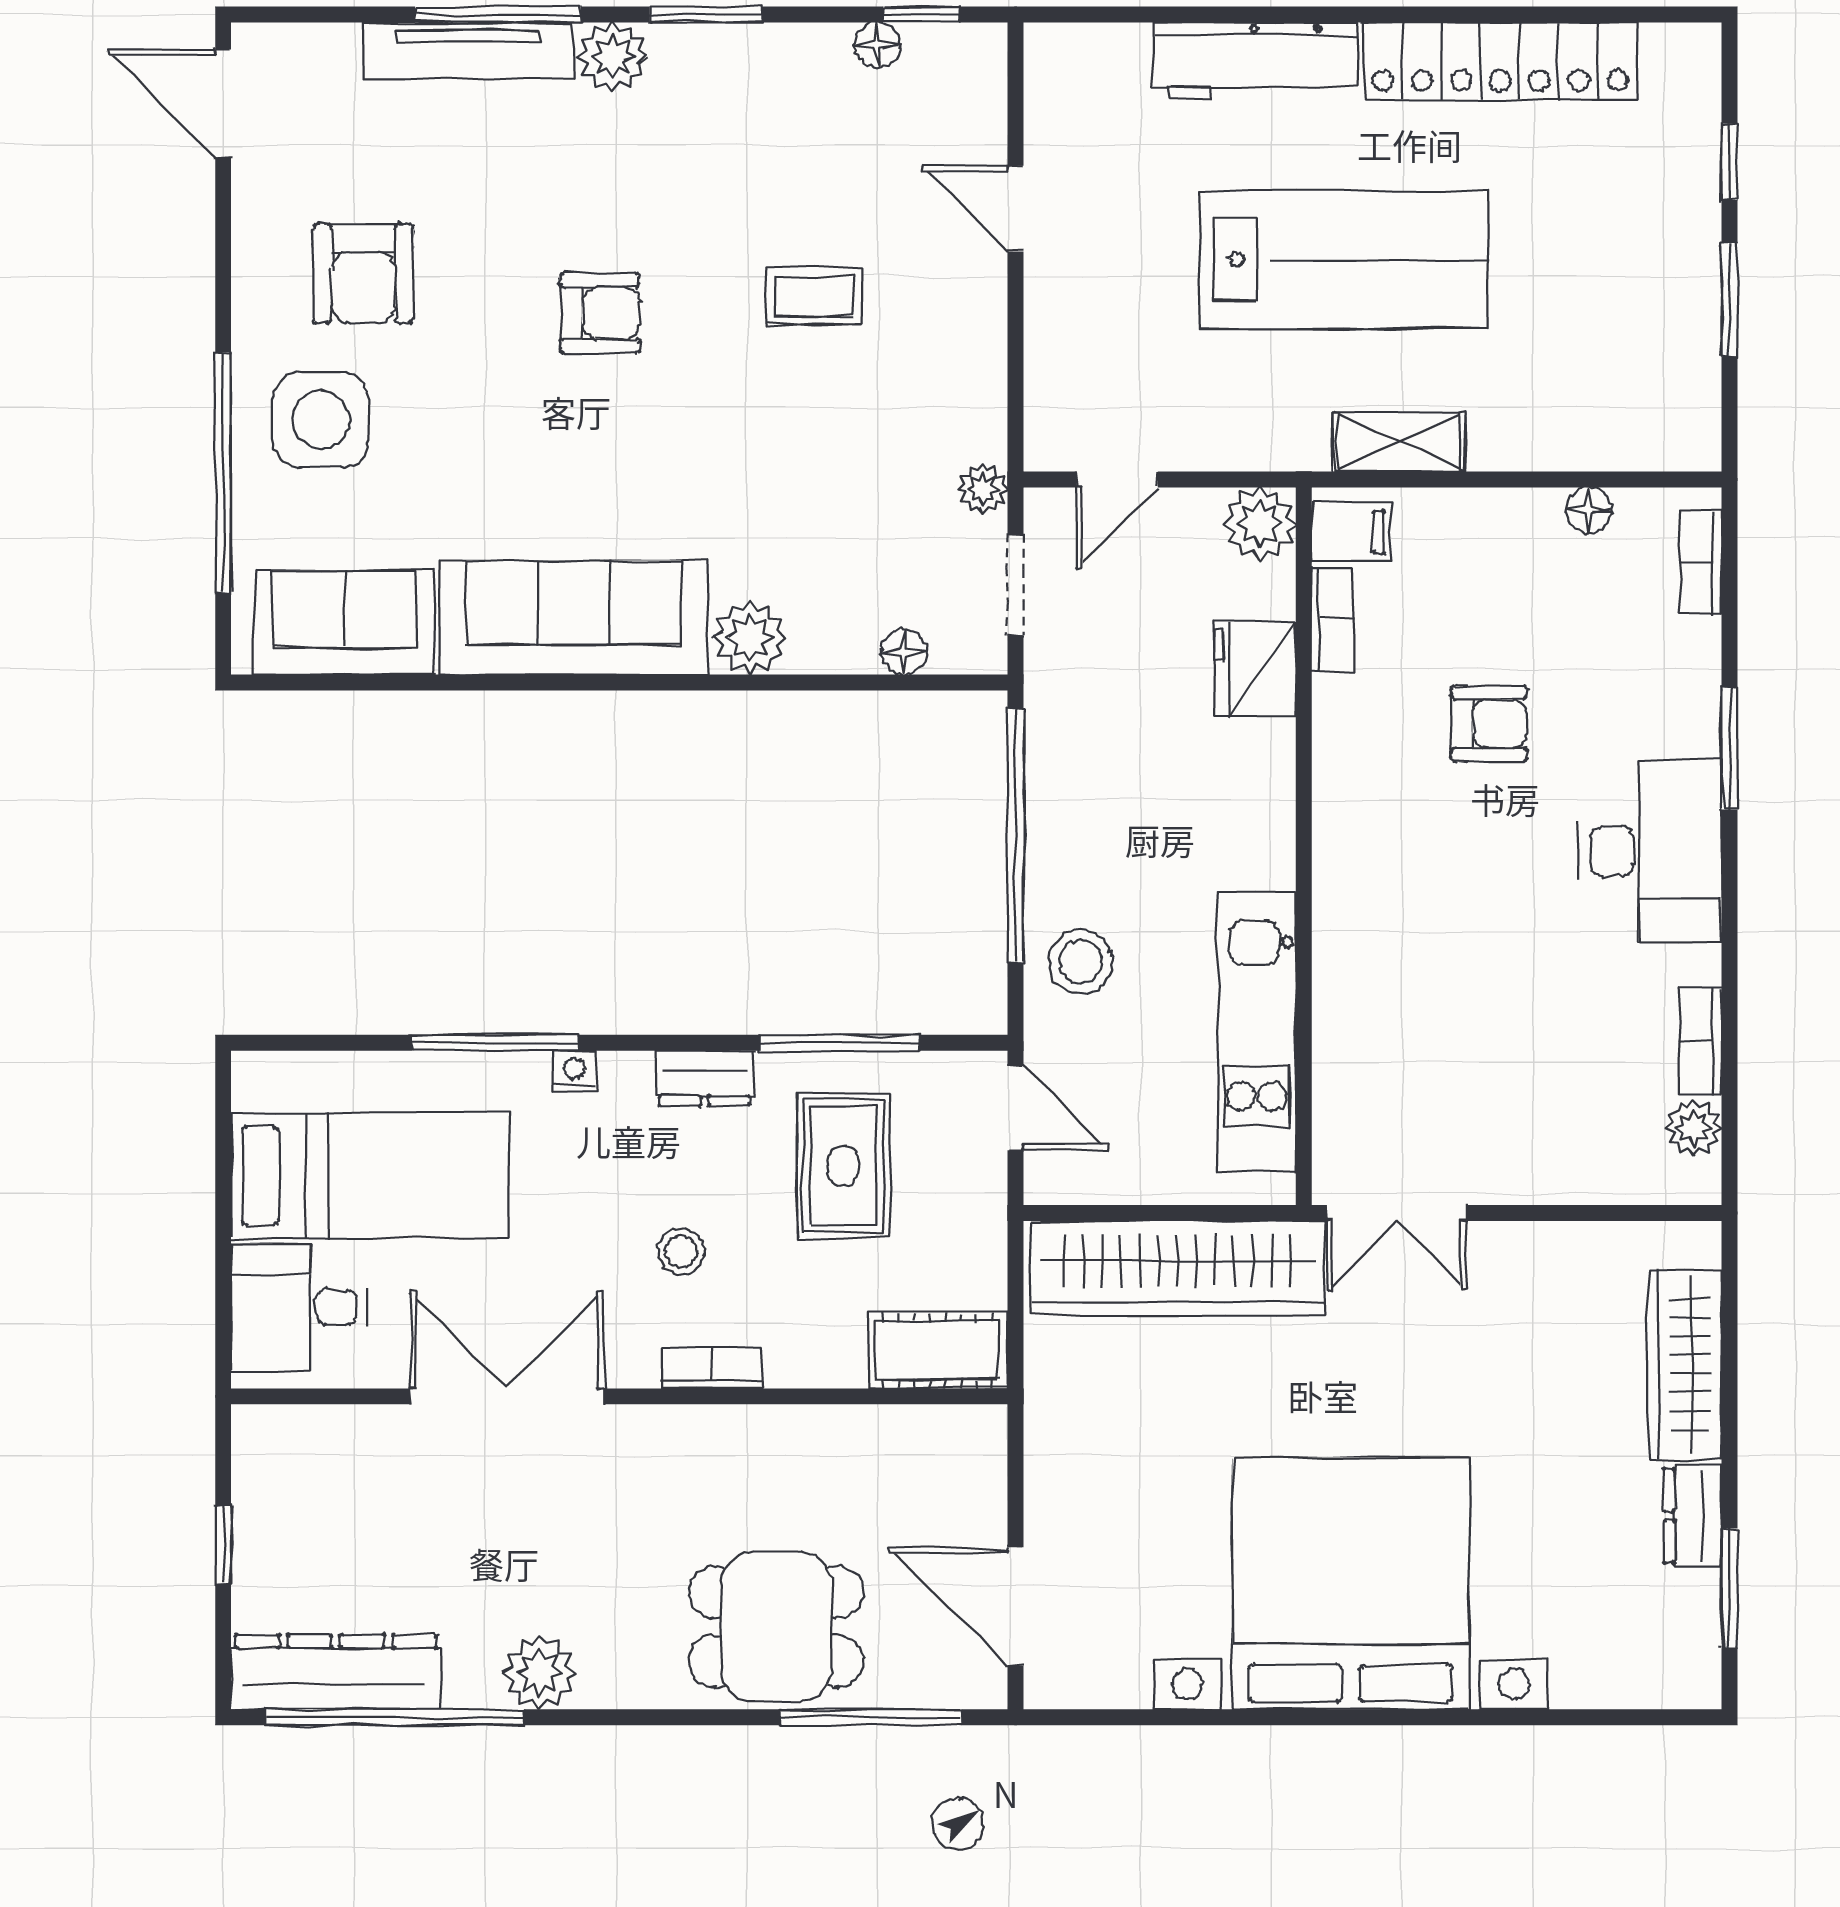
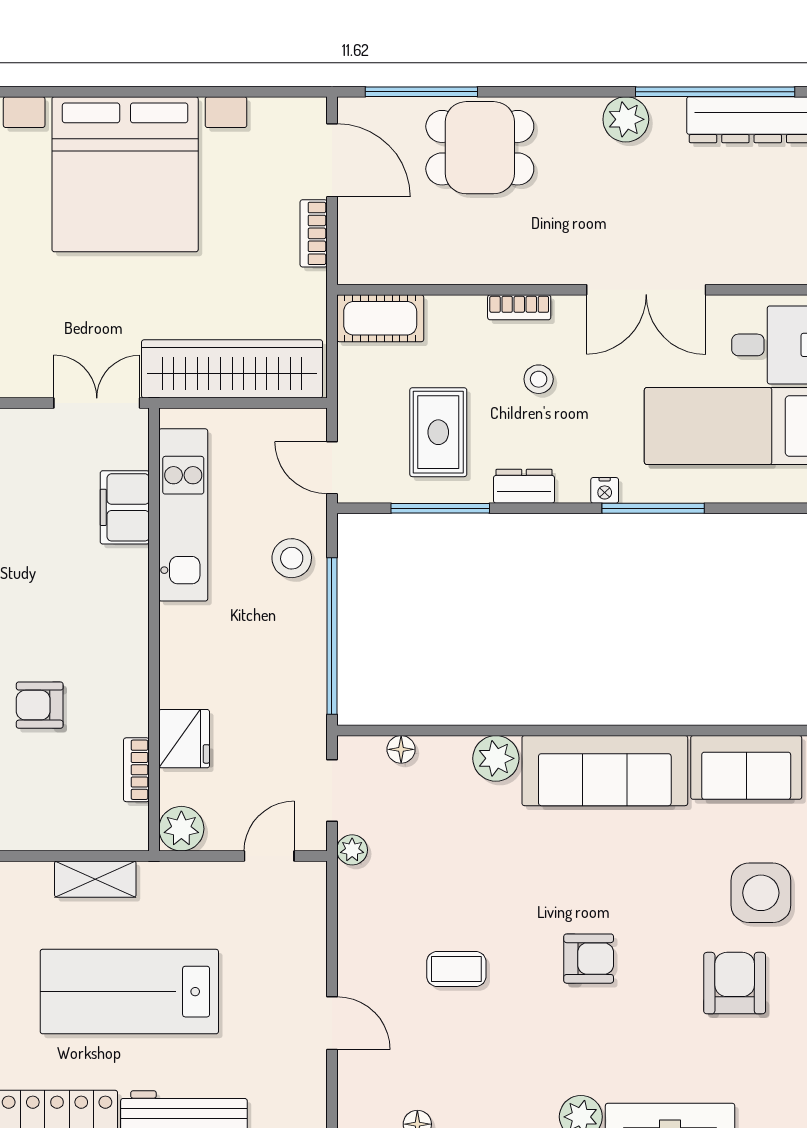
armchair: (600, 313) -> (589, 959), turned 180
filing cabinet: (1351, 532) -> (125, 507), moved, width x2.00
bookcase: (1045, 1488) -> (314, 233), added

